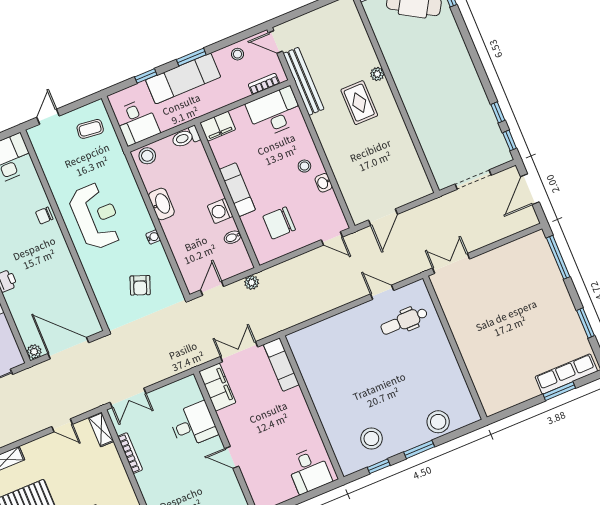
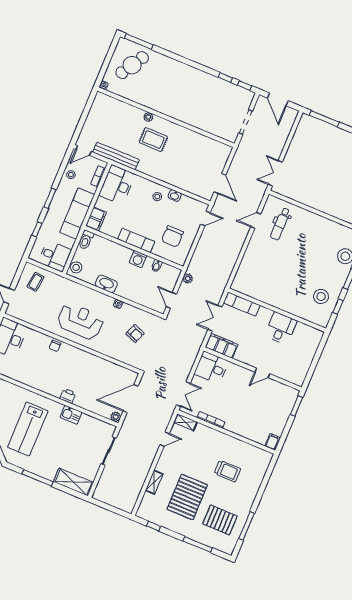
exam couch: (183, 78) -> (77, 214), moved, turned 180
desk: (193, 425) -> (211, 368), moved, turned -90
desk: (309, 470) -> (281, 328), moved, turned -90

